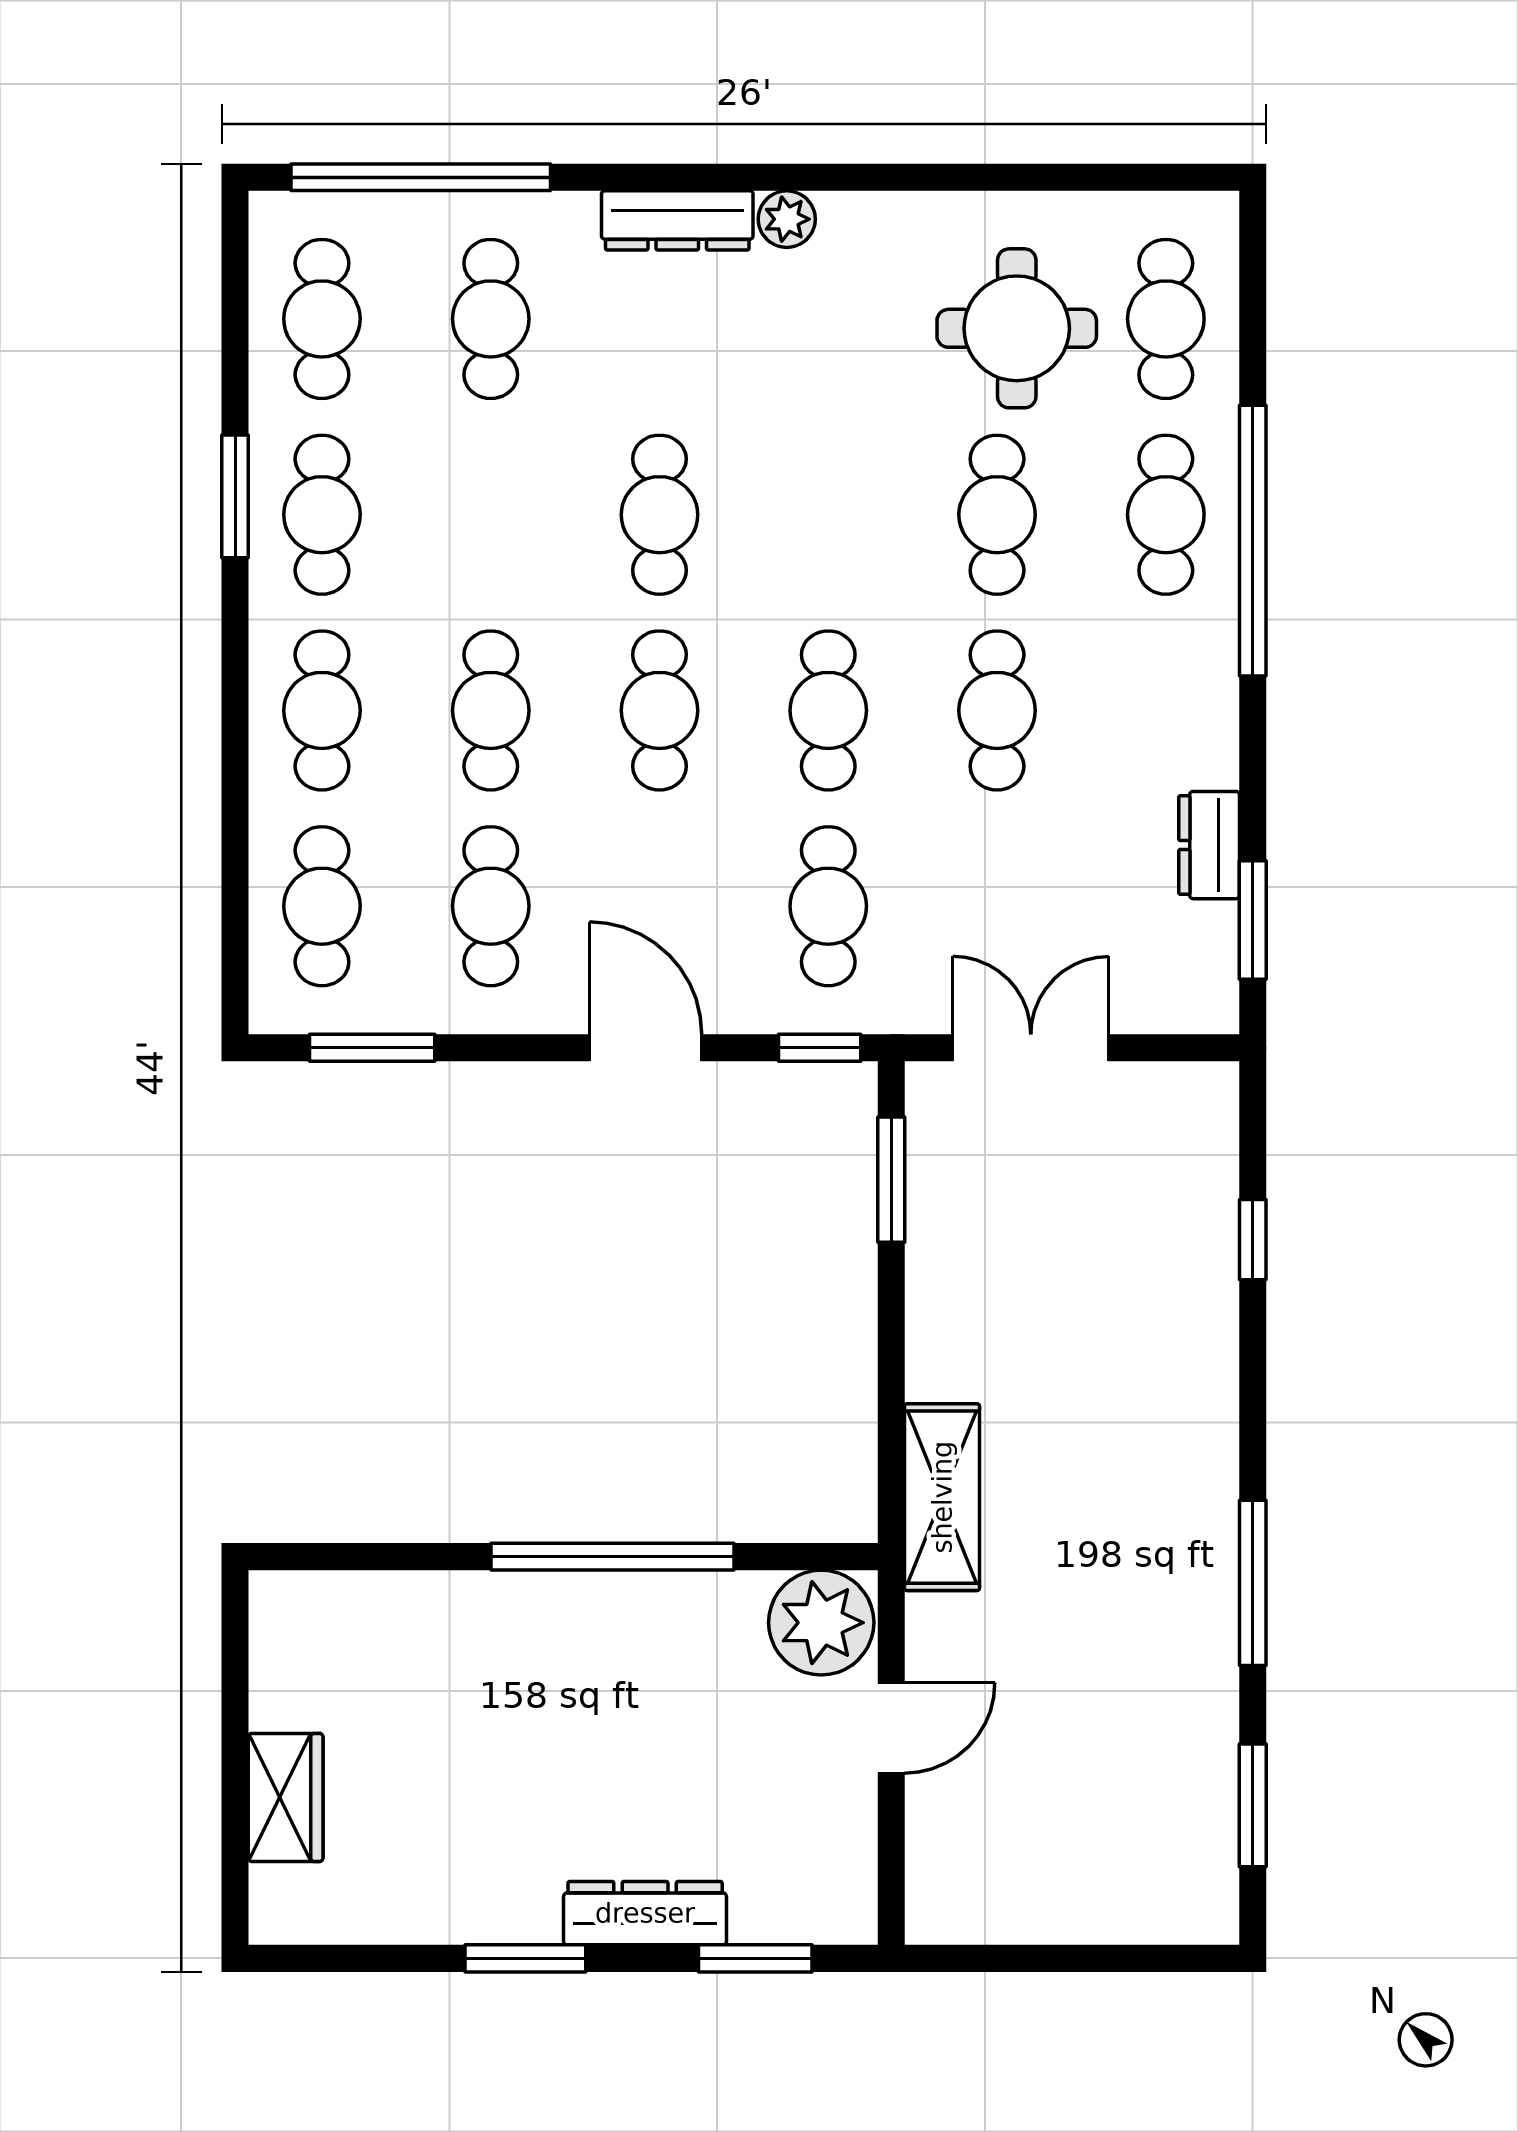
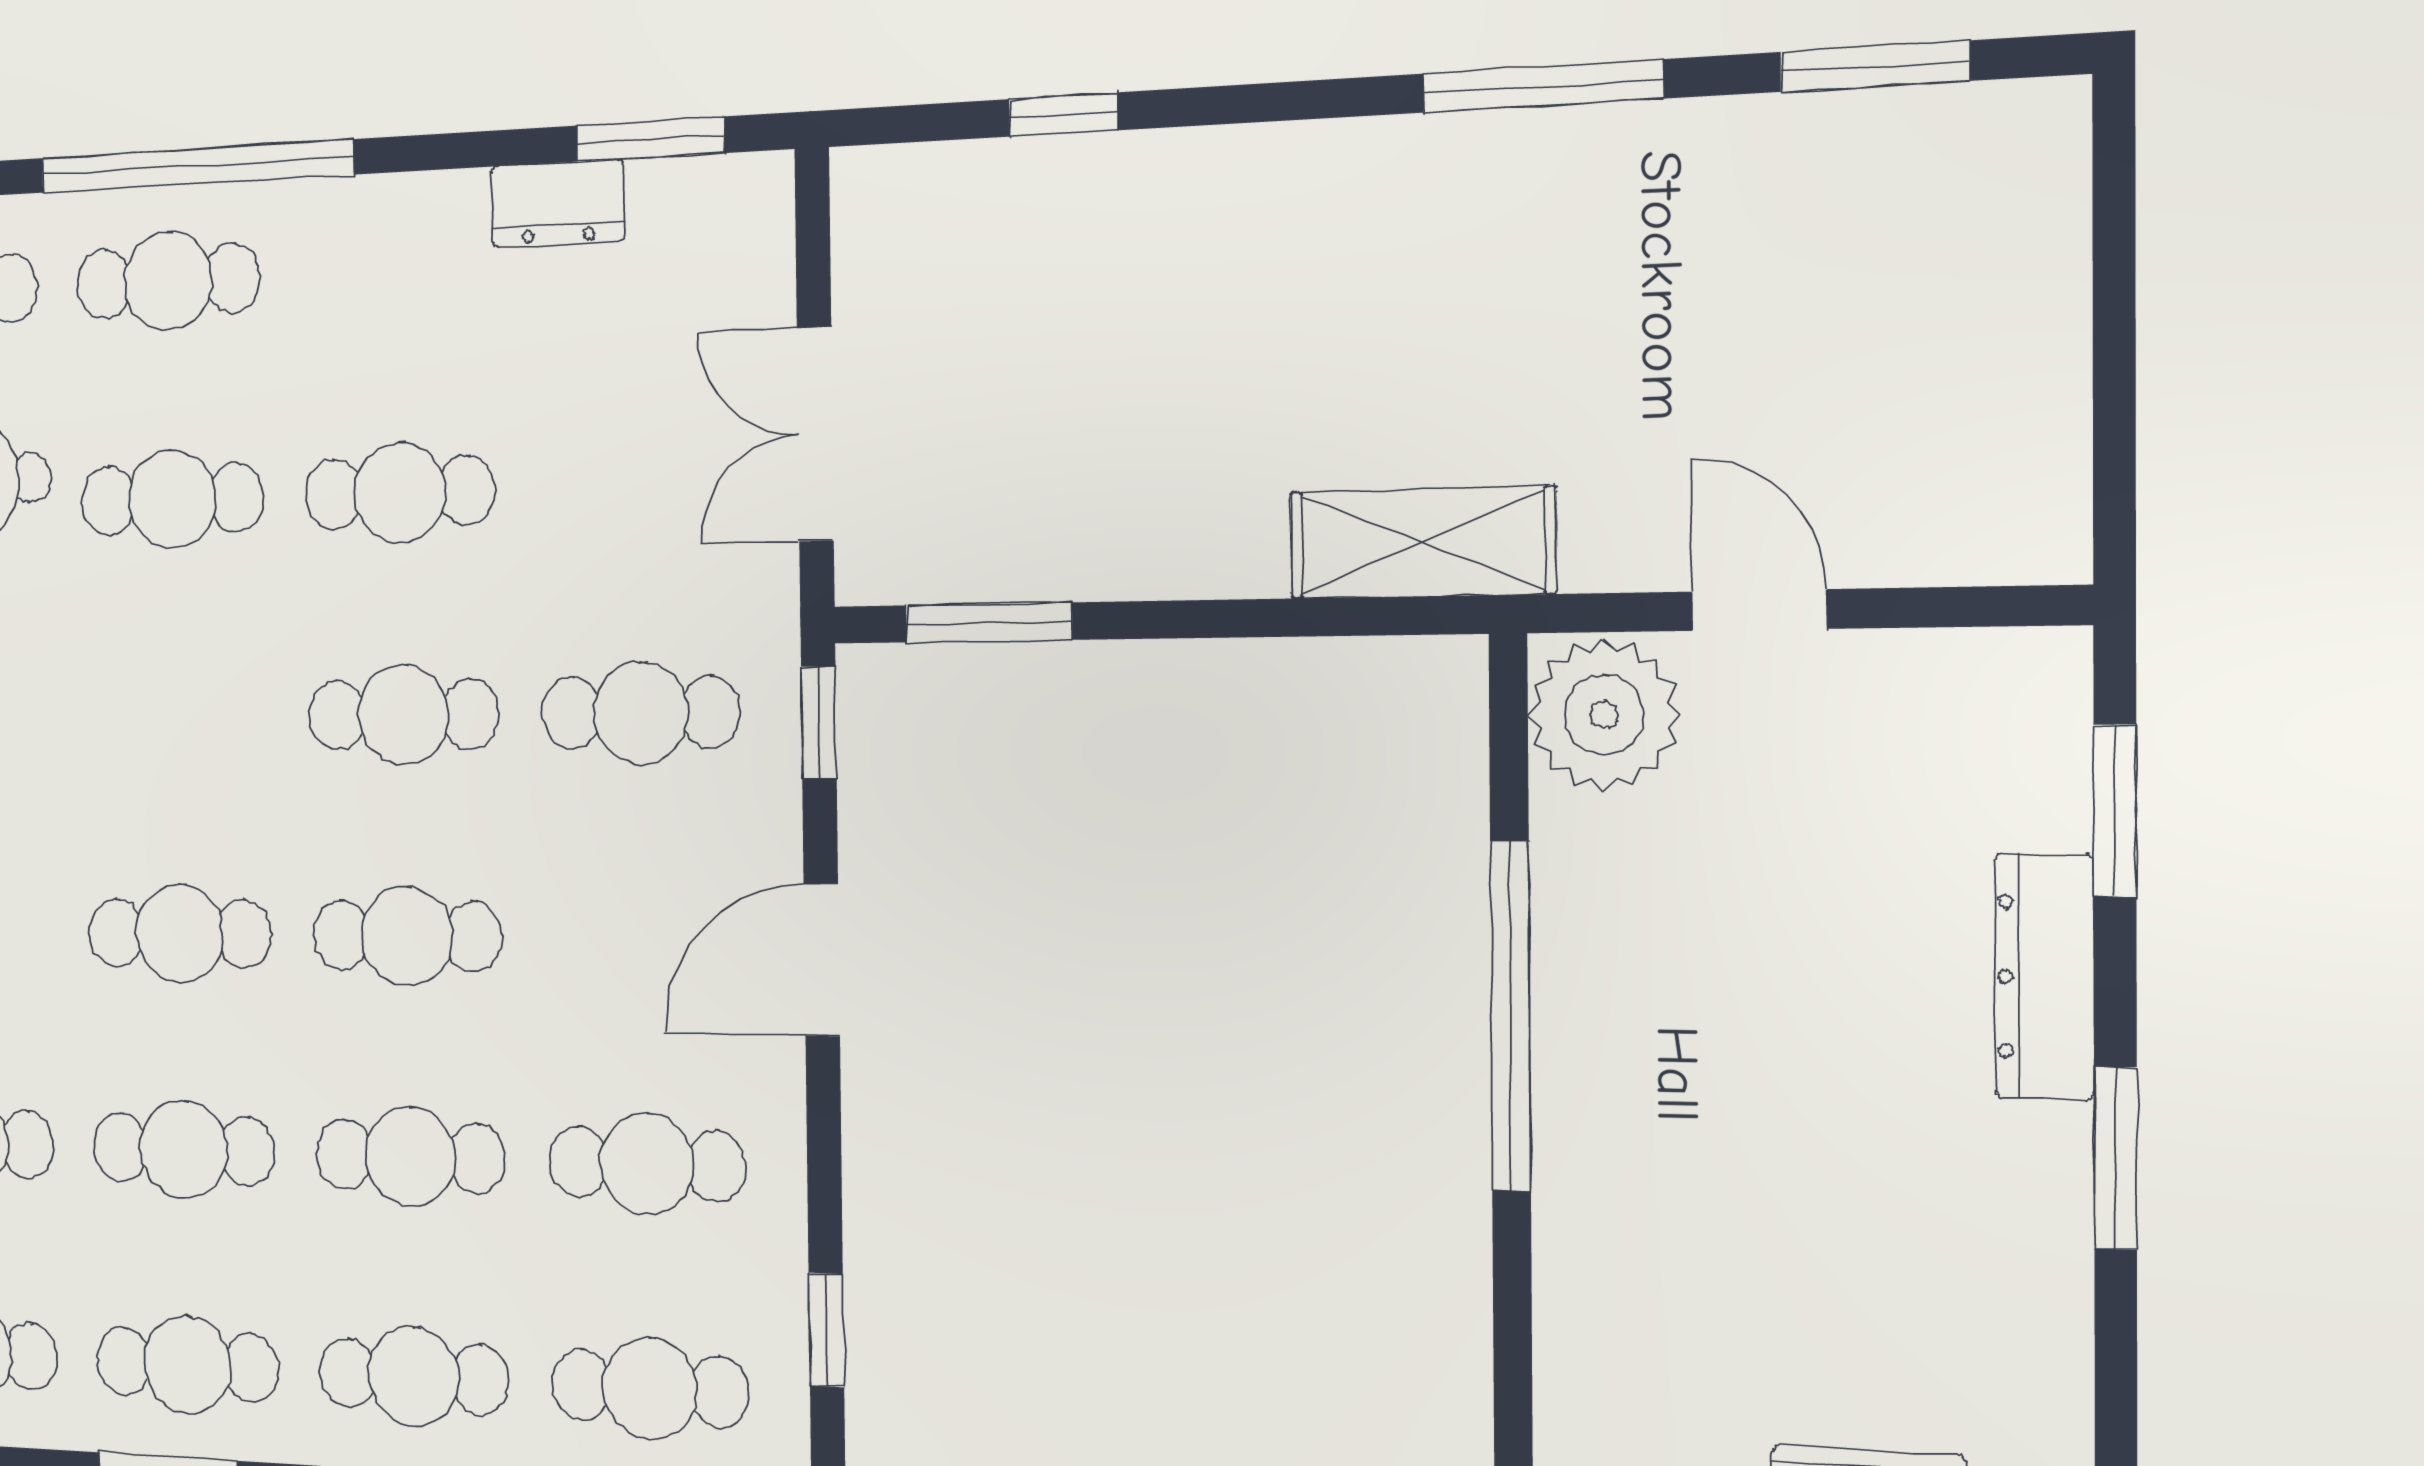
cafe table: (491, 515) -> (183, 1149), added
window: (372, 1048) -> (826, 1330), width x0.67

